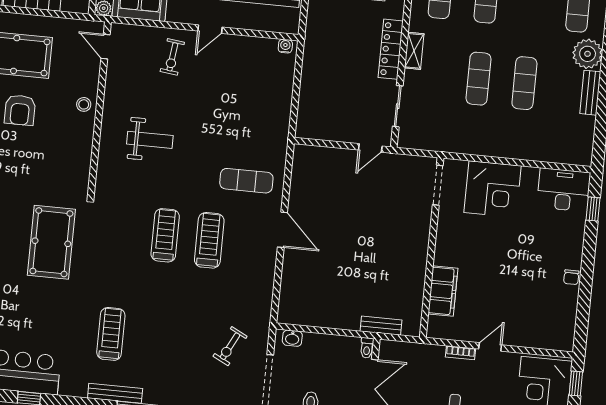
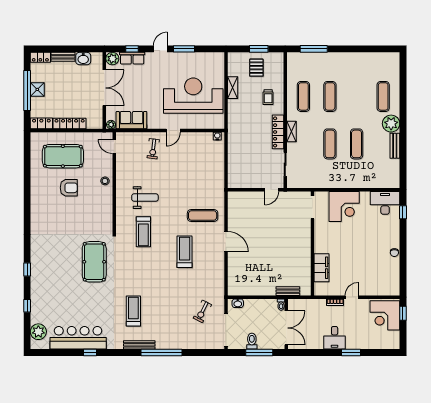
armchair: (20, 110) -> (69, 188), turned -90
treadmill: (165, 235) -> (143, 232), moved, turned 180

